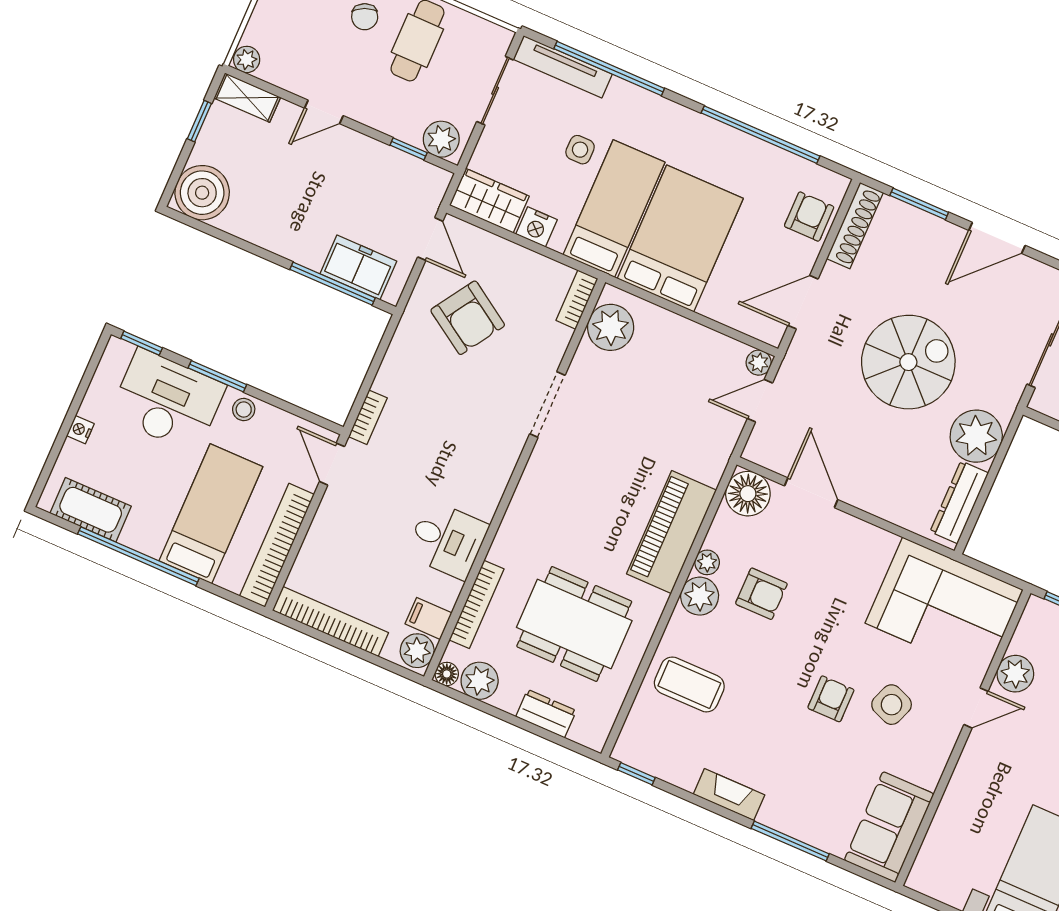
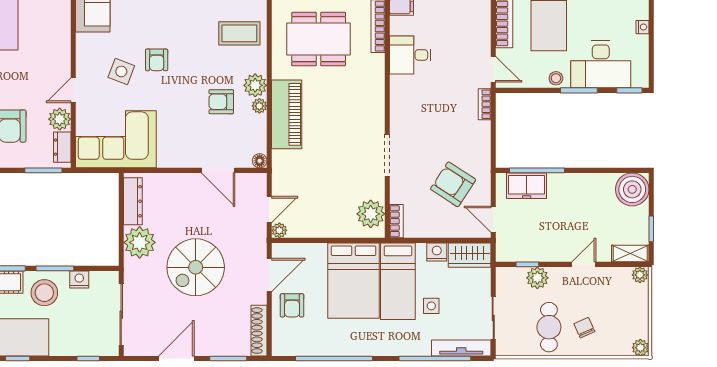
plant: (441, 139) -> (537, 278), moved
armchair: (809, 217) -> (292, 305), moved
floor lamp: (748, 494) -> (260, 161), width x0.53, depth x0.53
dresser: (1030, 630) -> (62, 147), added

